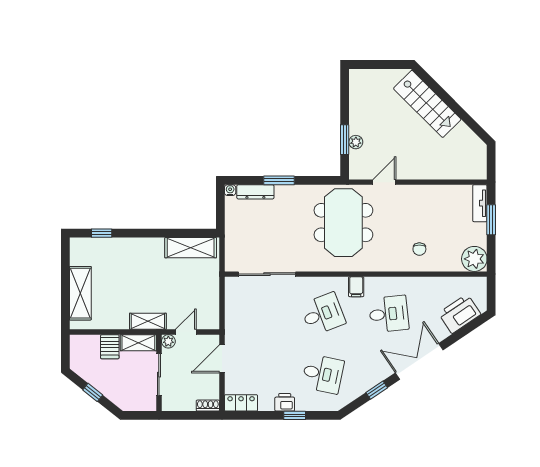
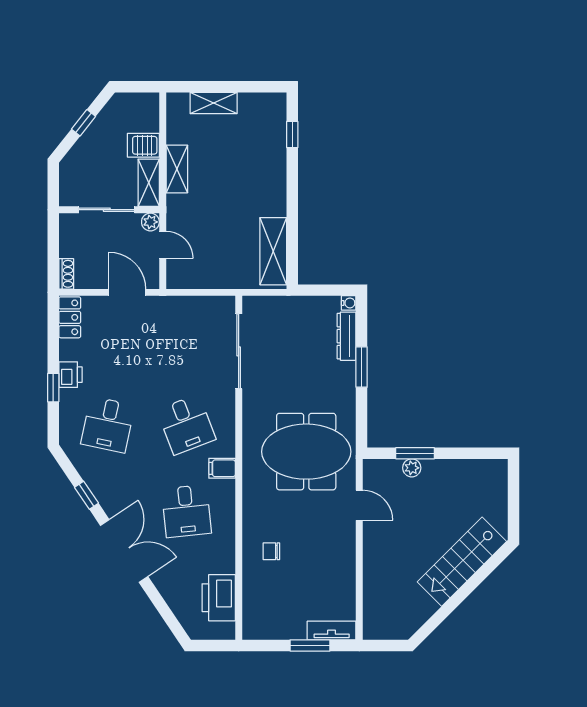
plant: (474, 259) -> (259, 623), removed
shelving: (80, 293) -> (214, 103), width x0.67, depth x0.75
printer: (460, 314) -> (219, 598), moved, turned -146
shelving: (148, 321) -> (177, 169), moved

